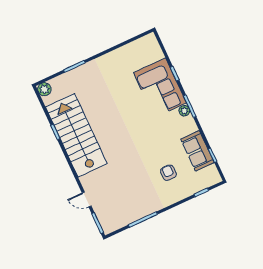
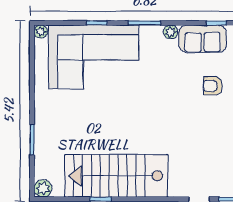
plant: (151, 38) -> (41, 32), added
corner sofa: (160, 88) -> (94, 57), width x1.36, depth x1.36
plant: (184, 111) -> (171, 32), moved

